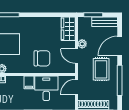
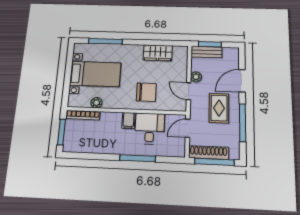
bench: (105, 22) -> (207, 52), moved
wardrobe: (68, 29) -> (158, 53), moved, turned -90

